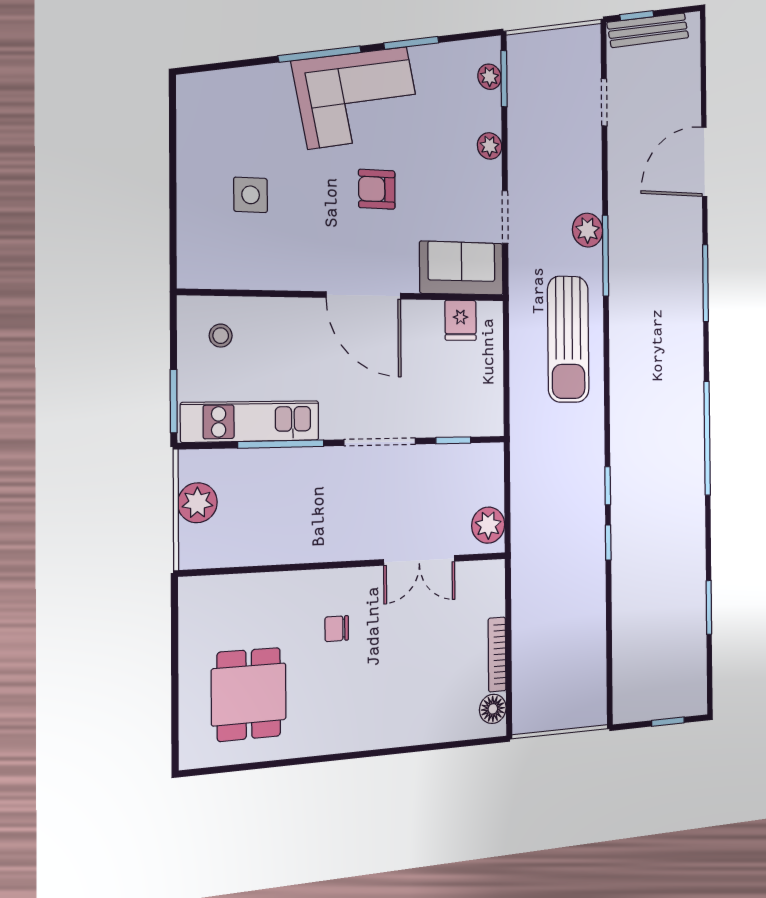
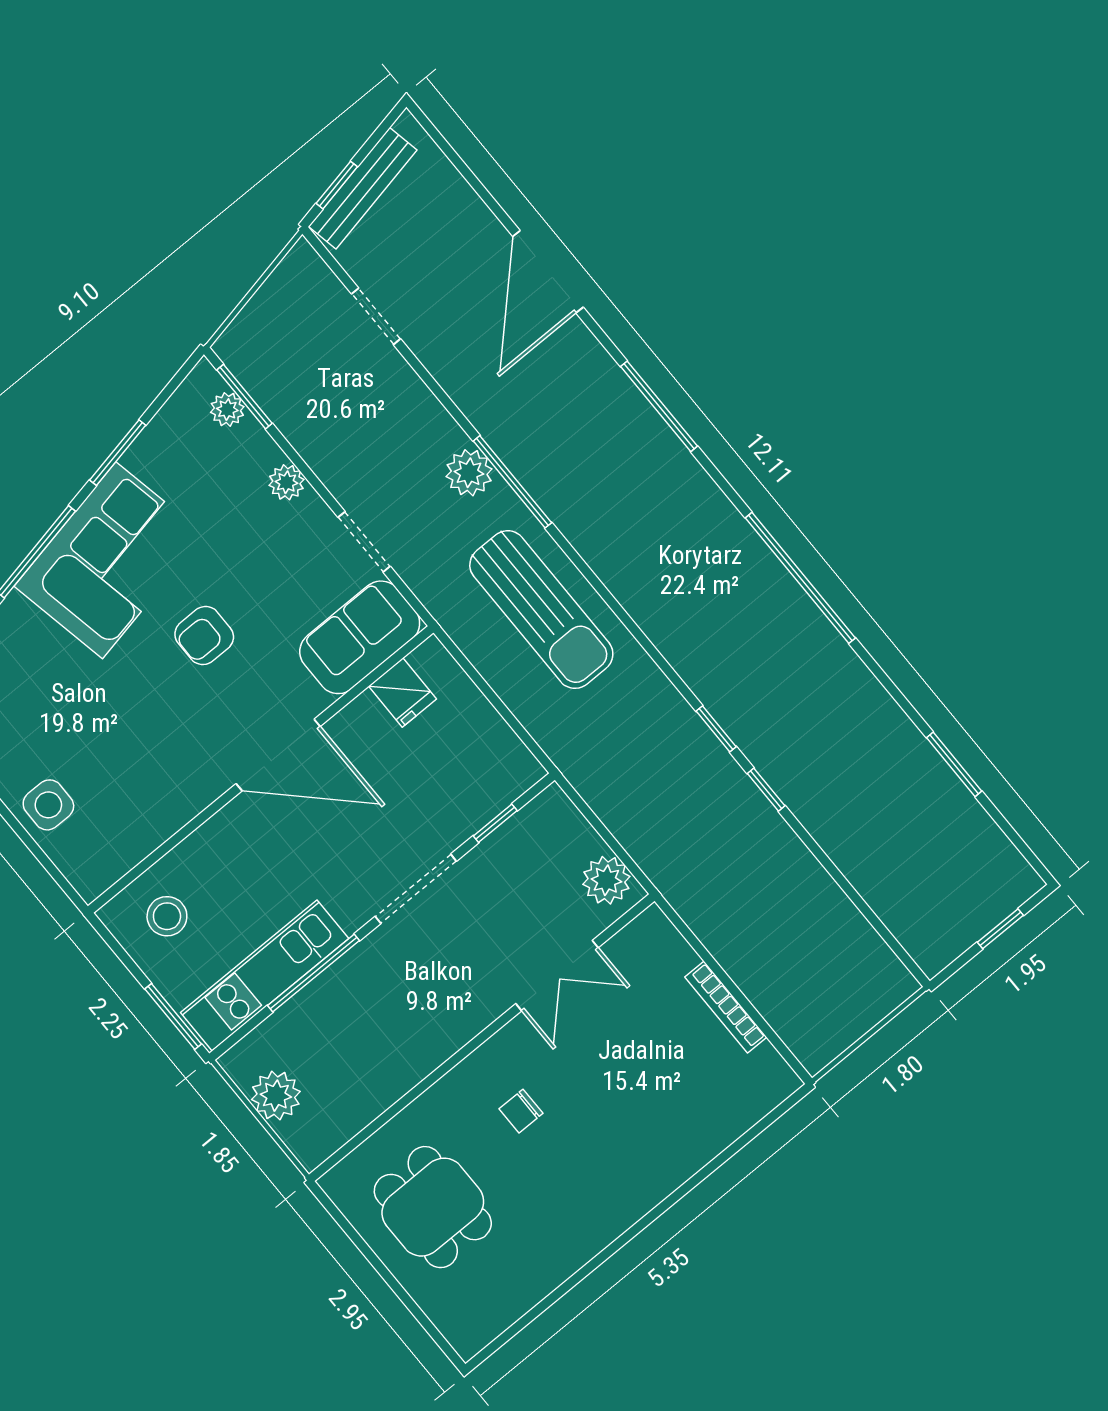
side table: (251, 195) -> (48, 805), moved
stool: (221, 336) -> (167, 916), width x1.37, depth x1.37
dining table: (249, 694) -> (433, 1207), moved
floor lamp: (493, 709) -> (766, 1067), removed

